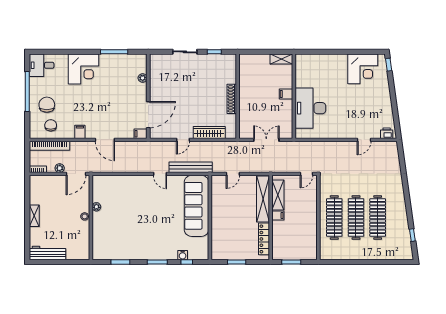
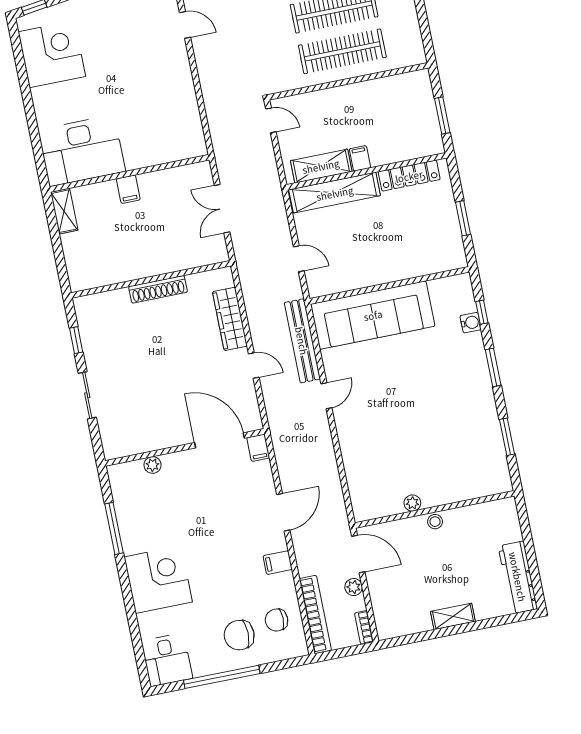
desk: (310, 108) -> (82, 151), moved

